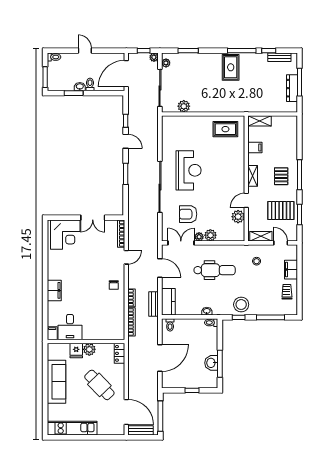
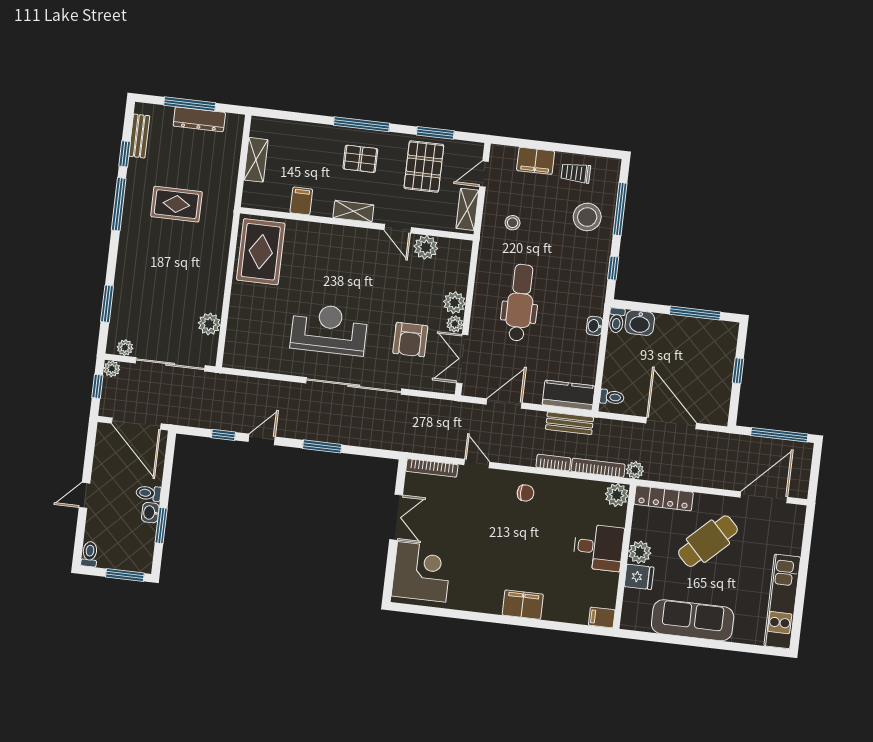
rug: (231, 67) -> (176, 204), moved
shelving: (259, 121) -> (256, 160), moved
rug: (225, 129) -> (261, 252), width x1.36, depth x1.43
stool: (241, 305) -> (587, 217), moved
desk: (70, 327) -> (598, 547), moved
plant: (118, 334) -> (617, 495), added
plant: (133, 342) -> (635, 470), added
locker: (120, 353) -> (664, 498), width x1.53
washbasin: (211, 363) -> (640, 323), moved
bench: (141, 430) -> (801, 475), removed

